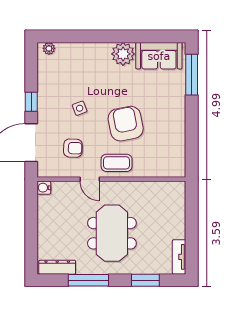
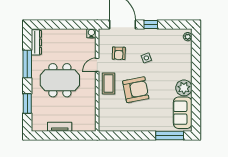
tv unit: (179, 257) -> (60, 127), moved

